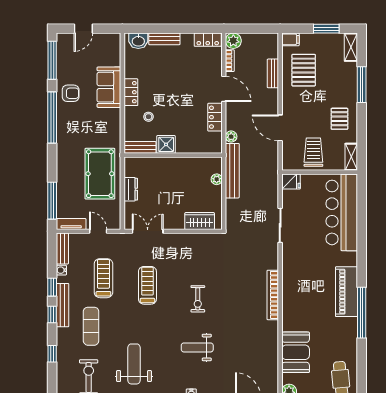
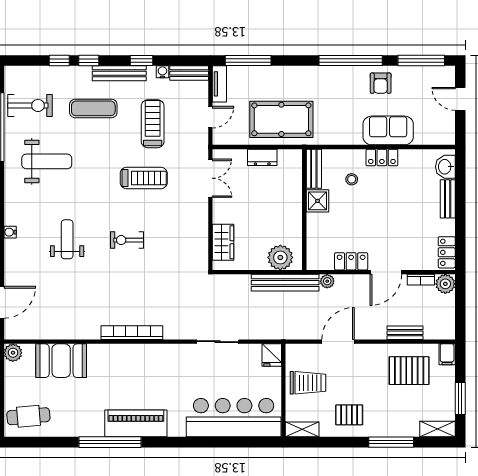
plant: (217, 179) -> (280, 257), width x1.87, depth x1.87
treadmill: (103, 278) -> (153, 124), turned -90
window: (52, 315) -> (89, 61), moved

